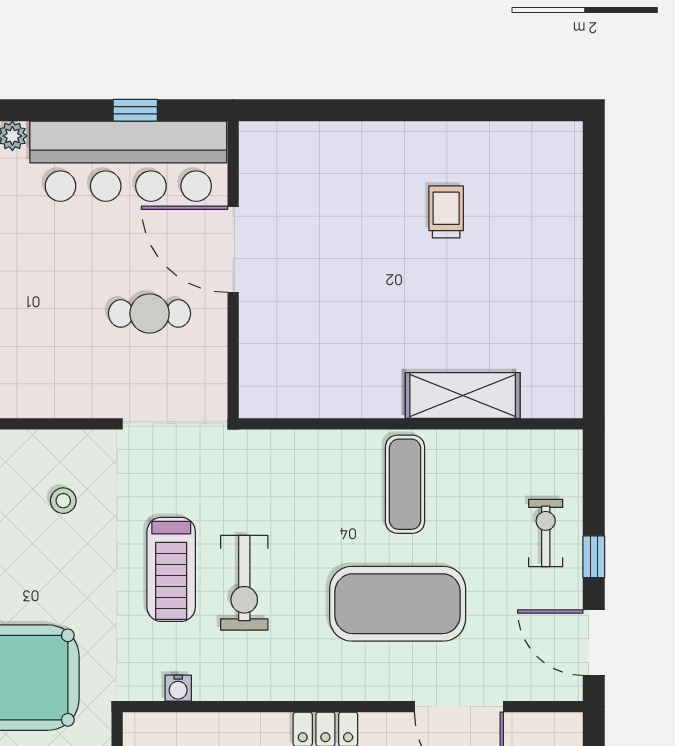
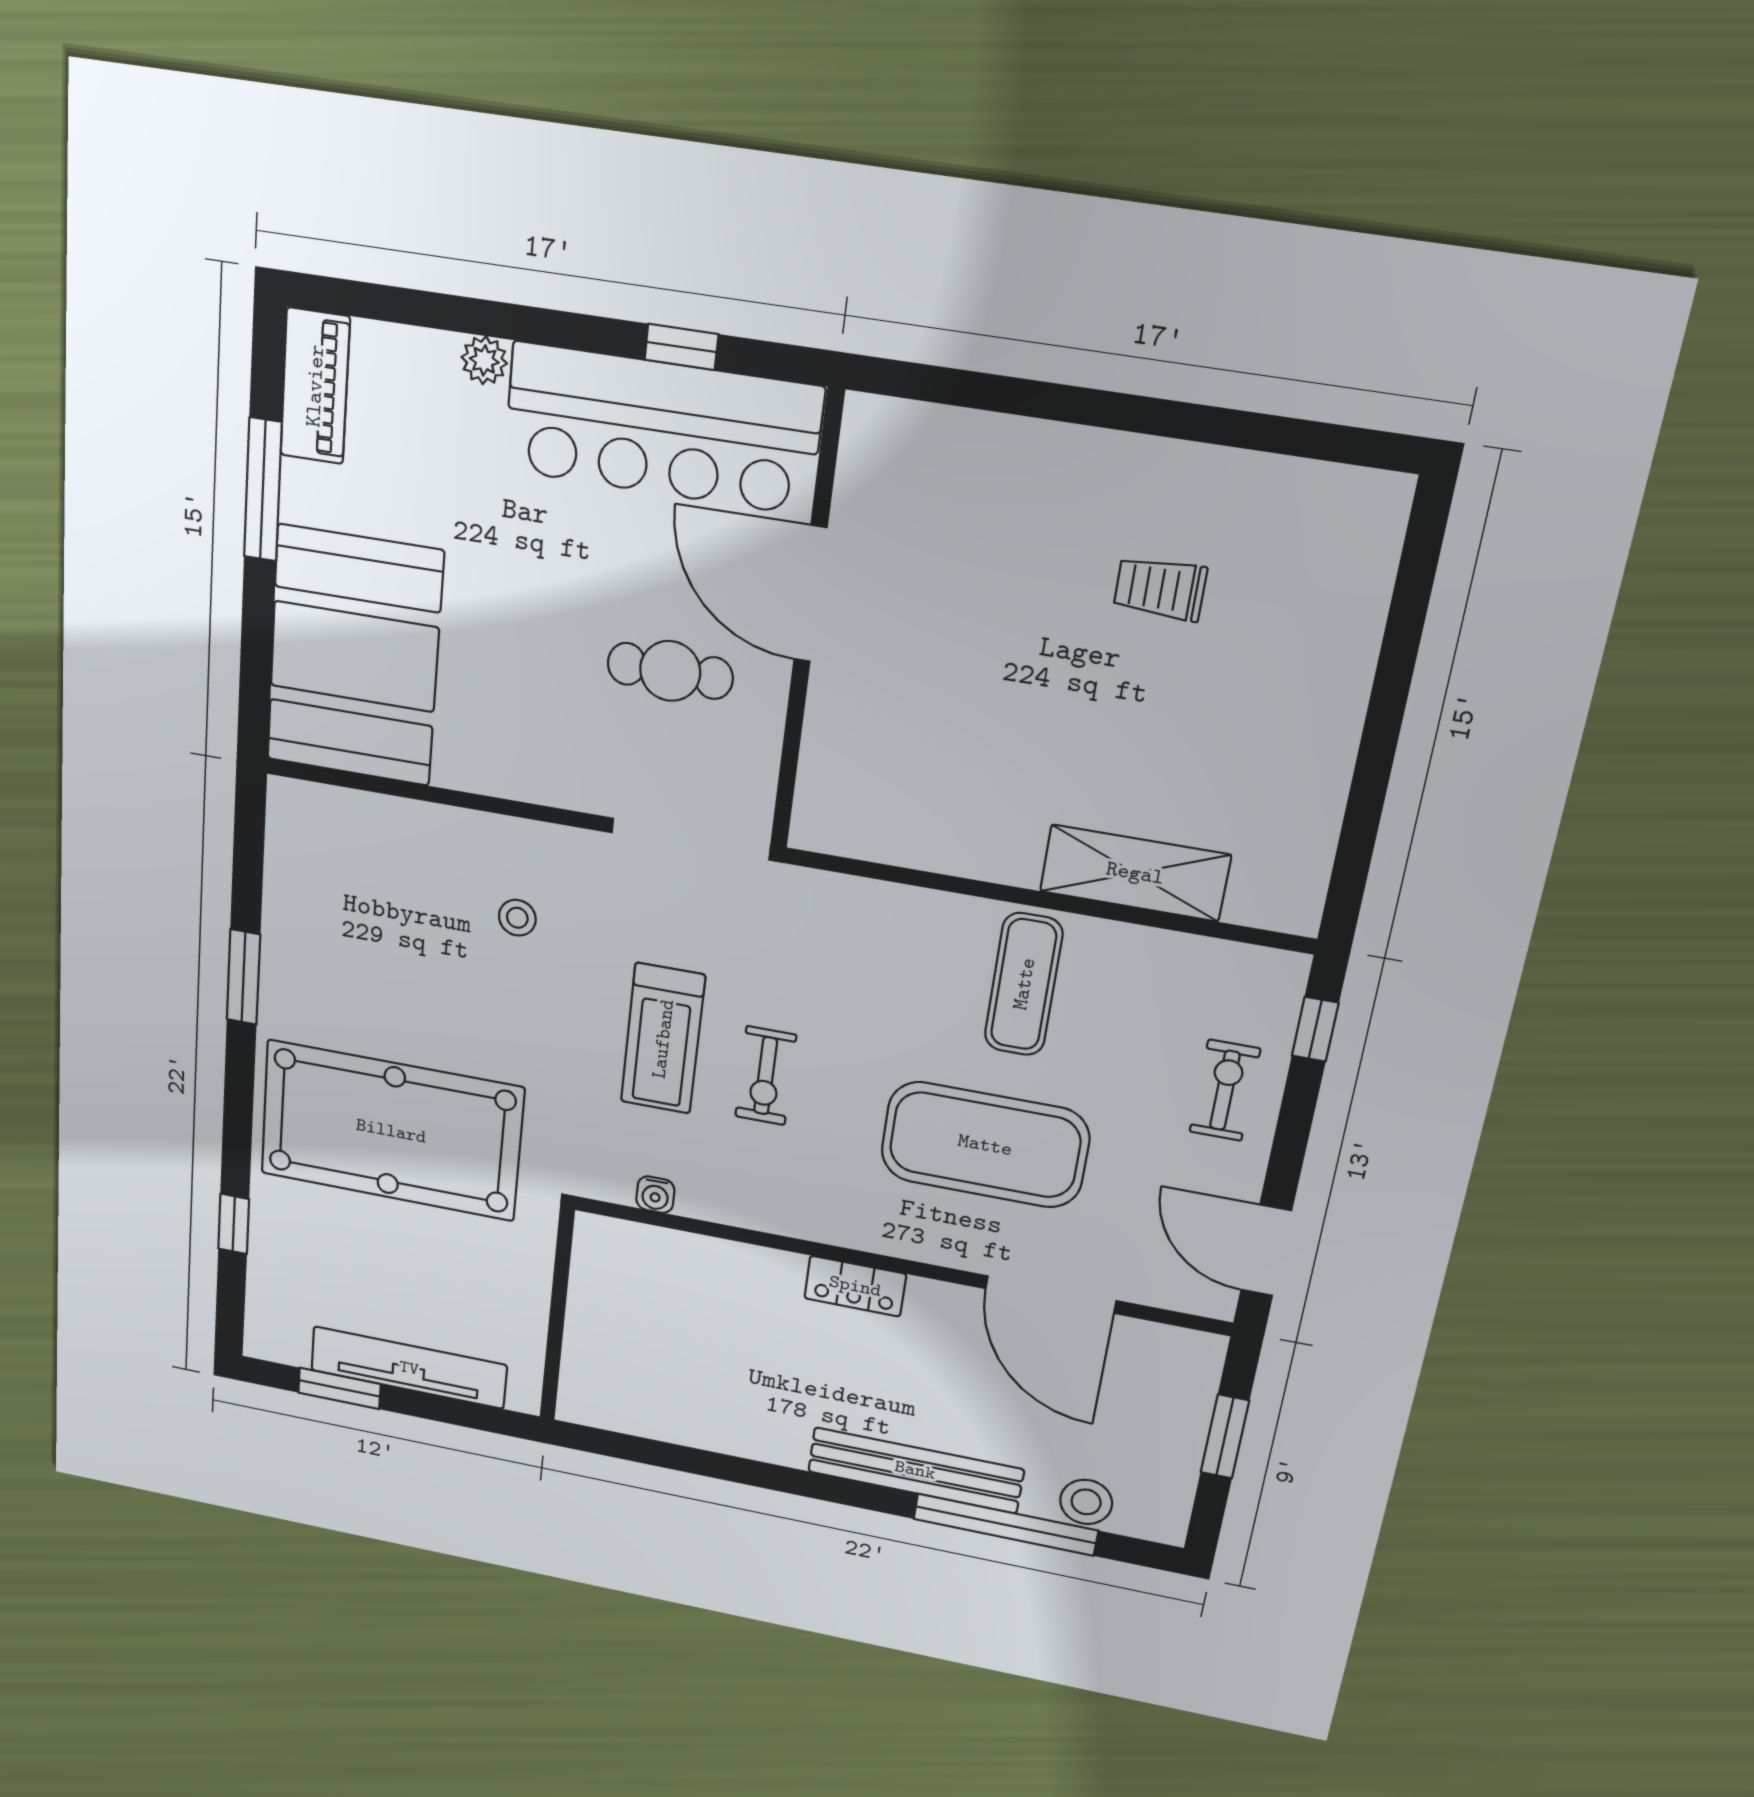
trolley: (446, 212) -> (1160, 588), turned -90
window: (594, 557) -> (1315, 1029), moved
exercise bike: (244, 583) -> (766, 1076), width x0.73, depth x0.72

